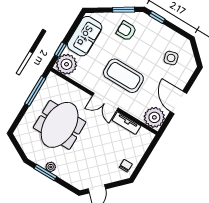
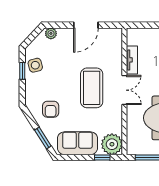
window: (124, 10) -> (43, 138), moved
window: (157, 17) -> (22, 71), moved
side table: (171, 58) -> (35, 65), moved
plant: (154, 117) -> (51, 33), moved, width x0.53, depth x0.53

